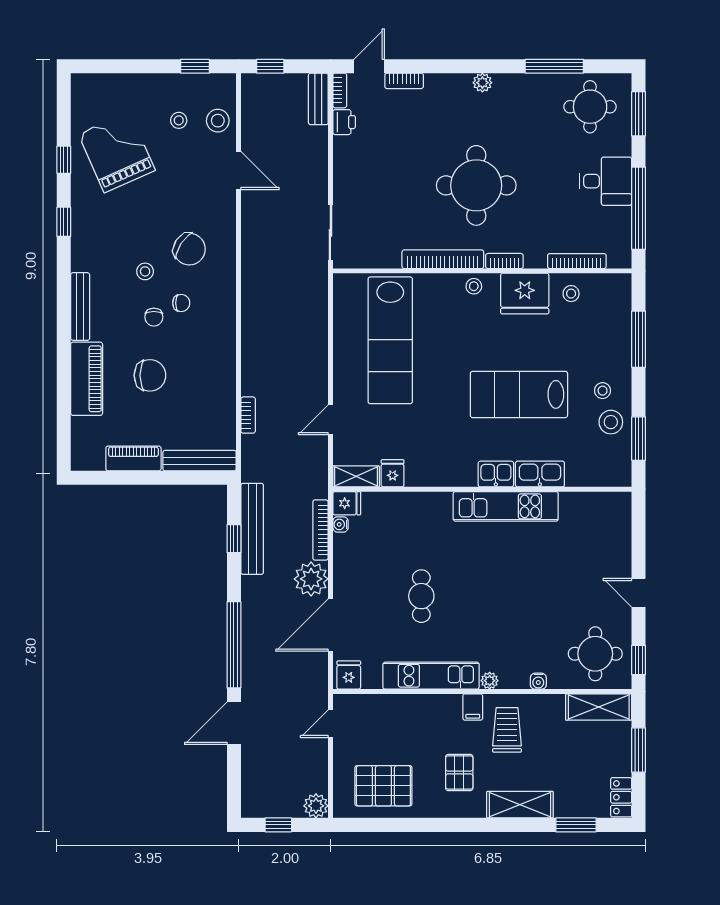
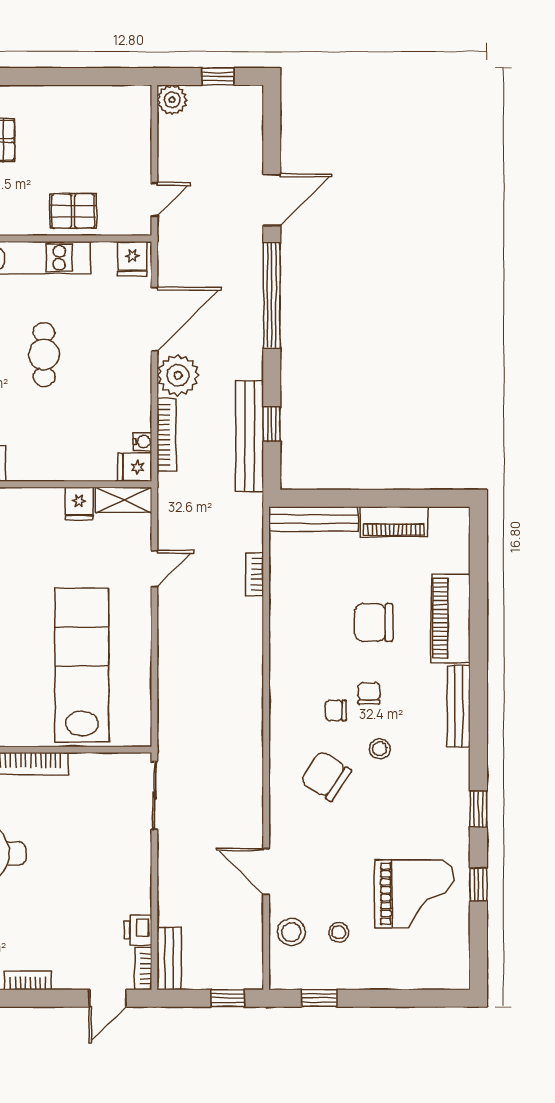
bookcase: (404, 81) -> (28, 980), moved
grand piano: (117, 152) -> (414, 894), turned -66
pallet: (383, 786) -> (73, 211), moved, width x0.67, depth x0.71

